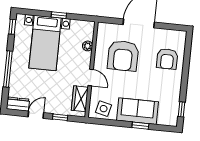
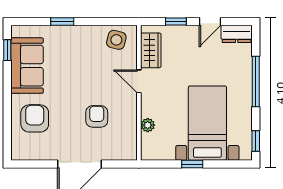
armchair: (123, 56) -> (97, 116), width x0.53, depth x0.53
sofa: (137, 111) -> (27, 66), moved, turned -90

